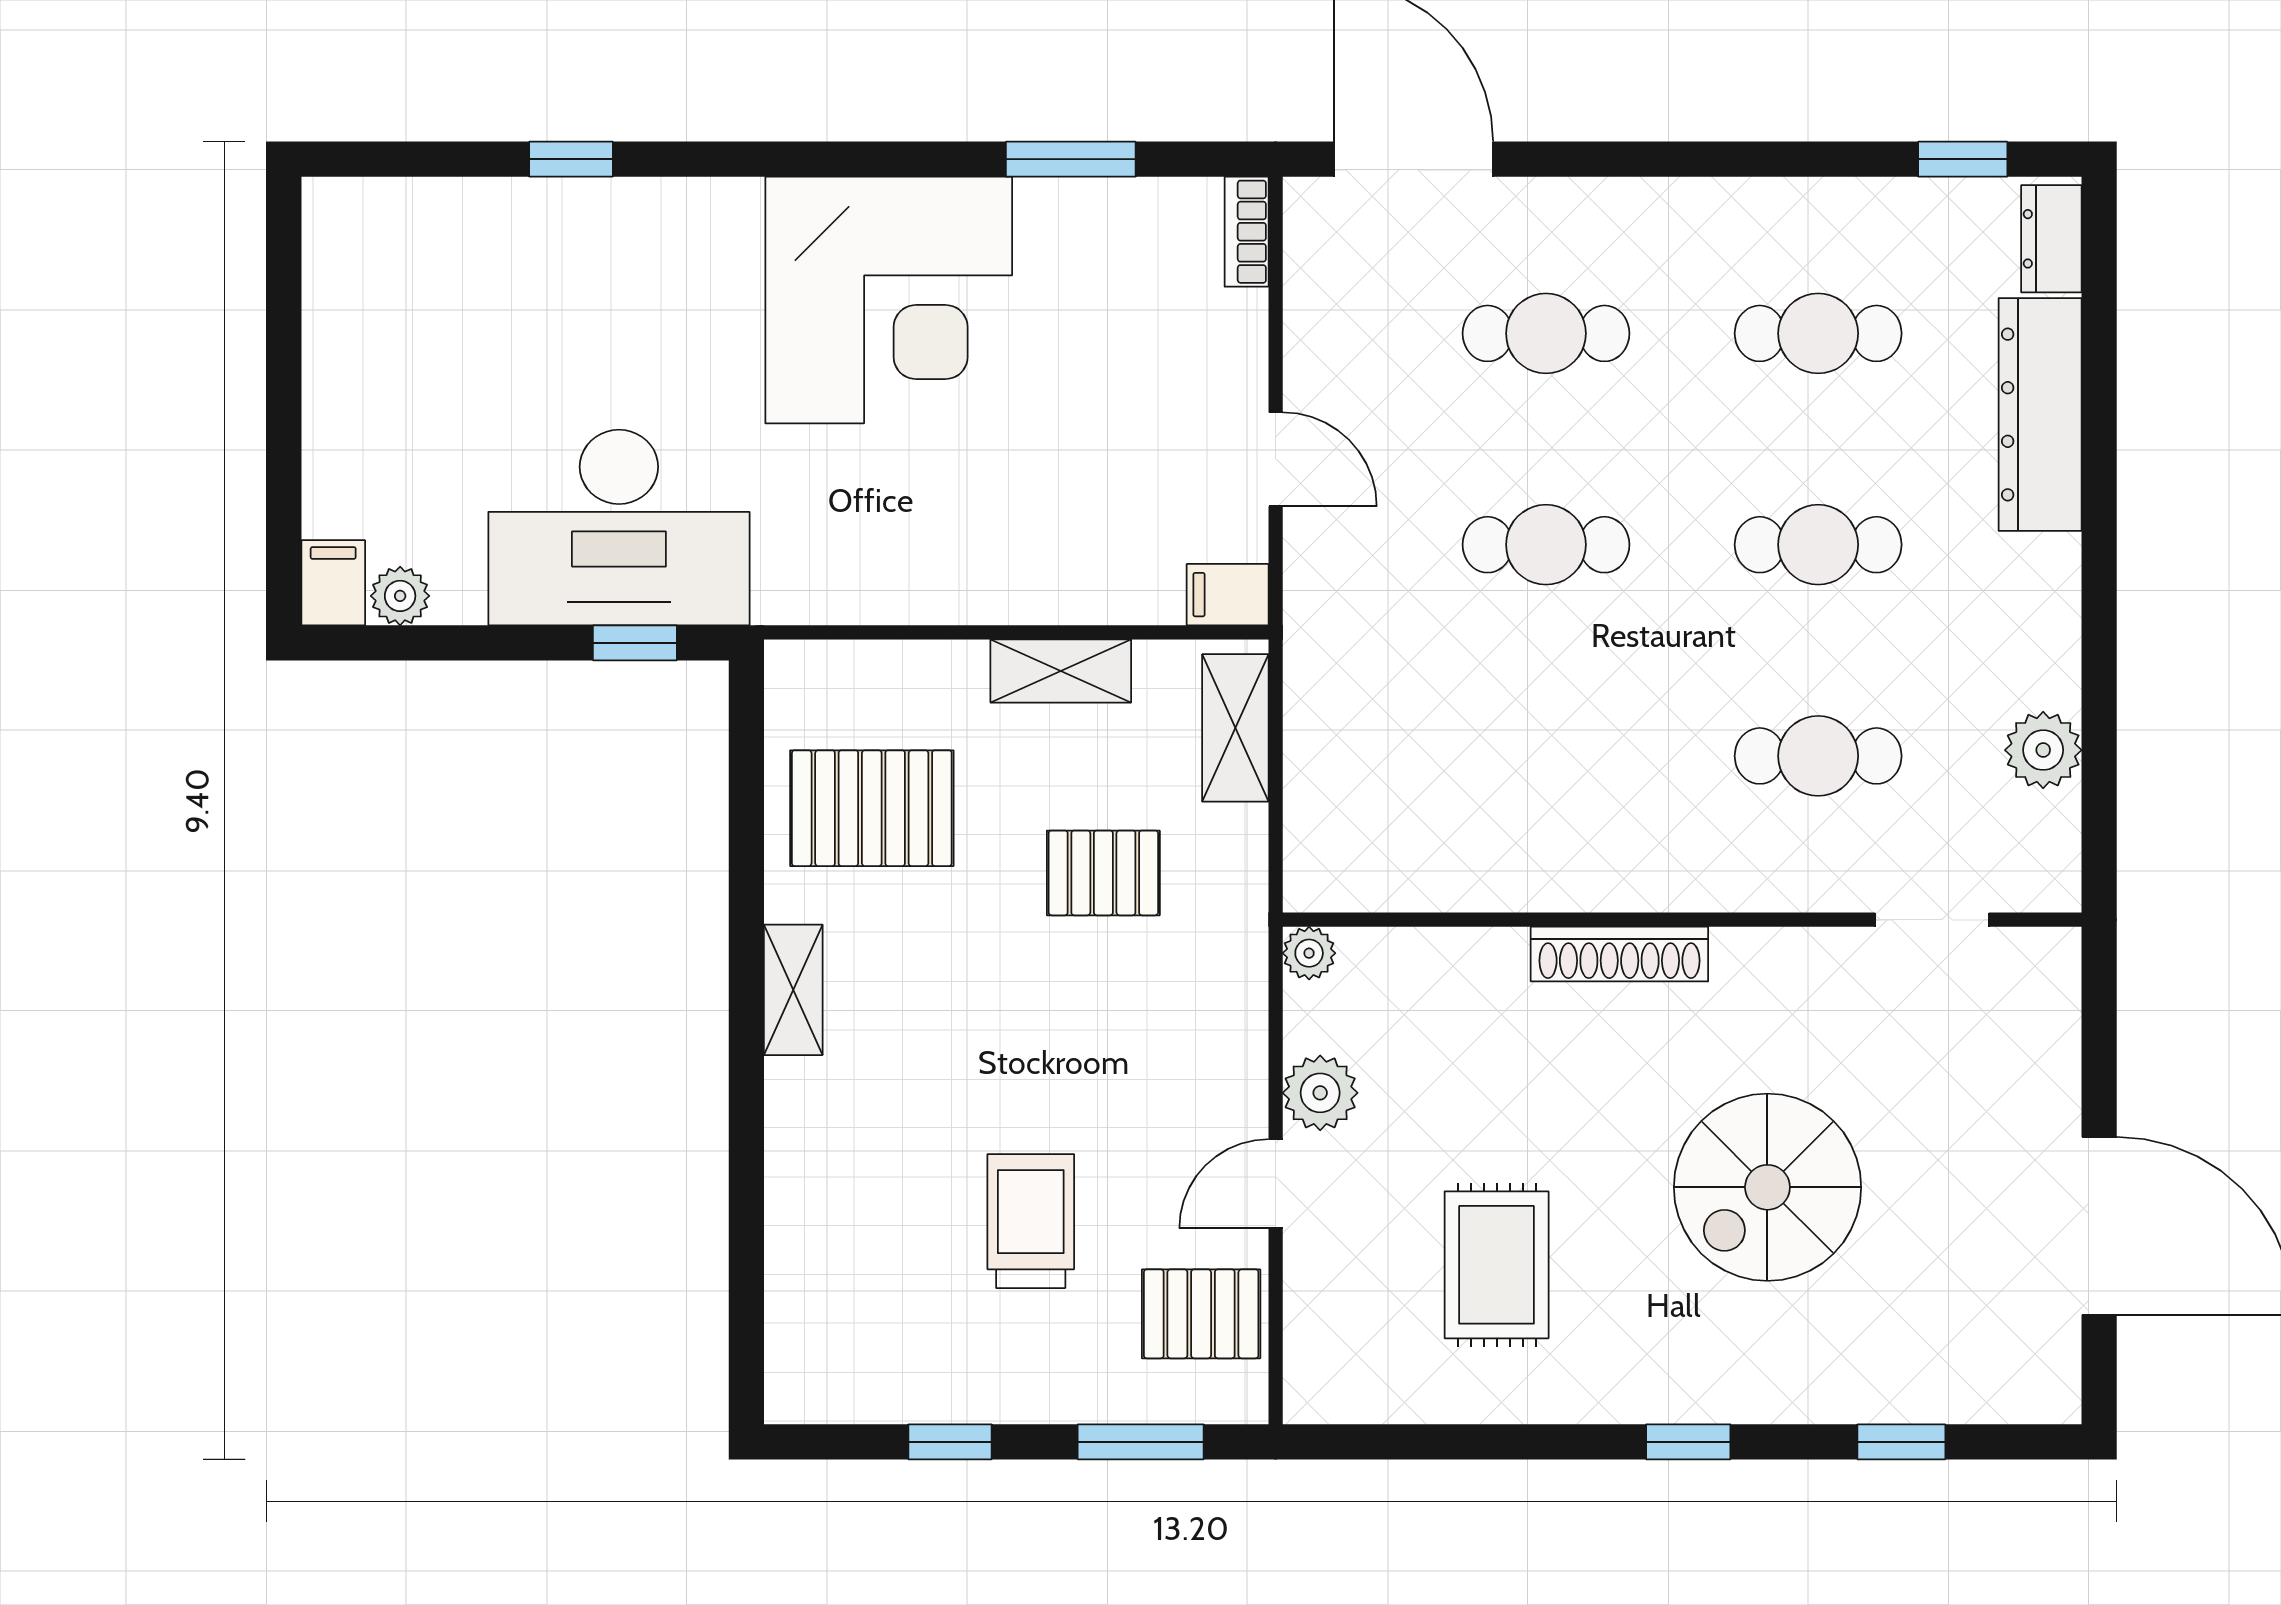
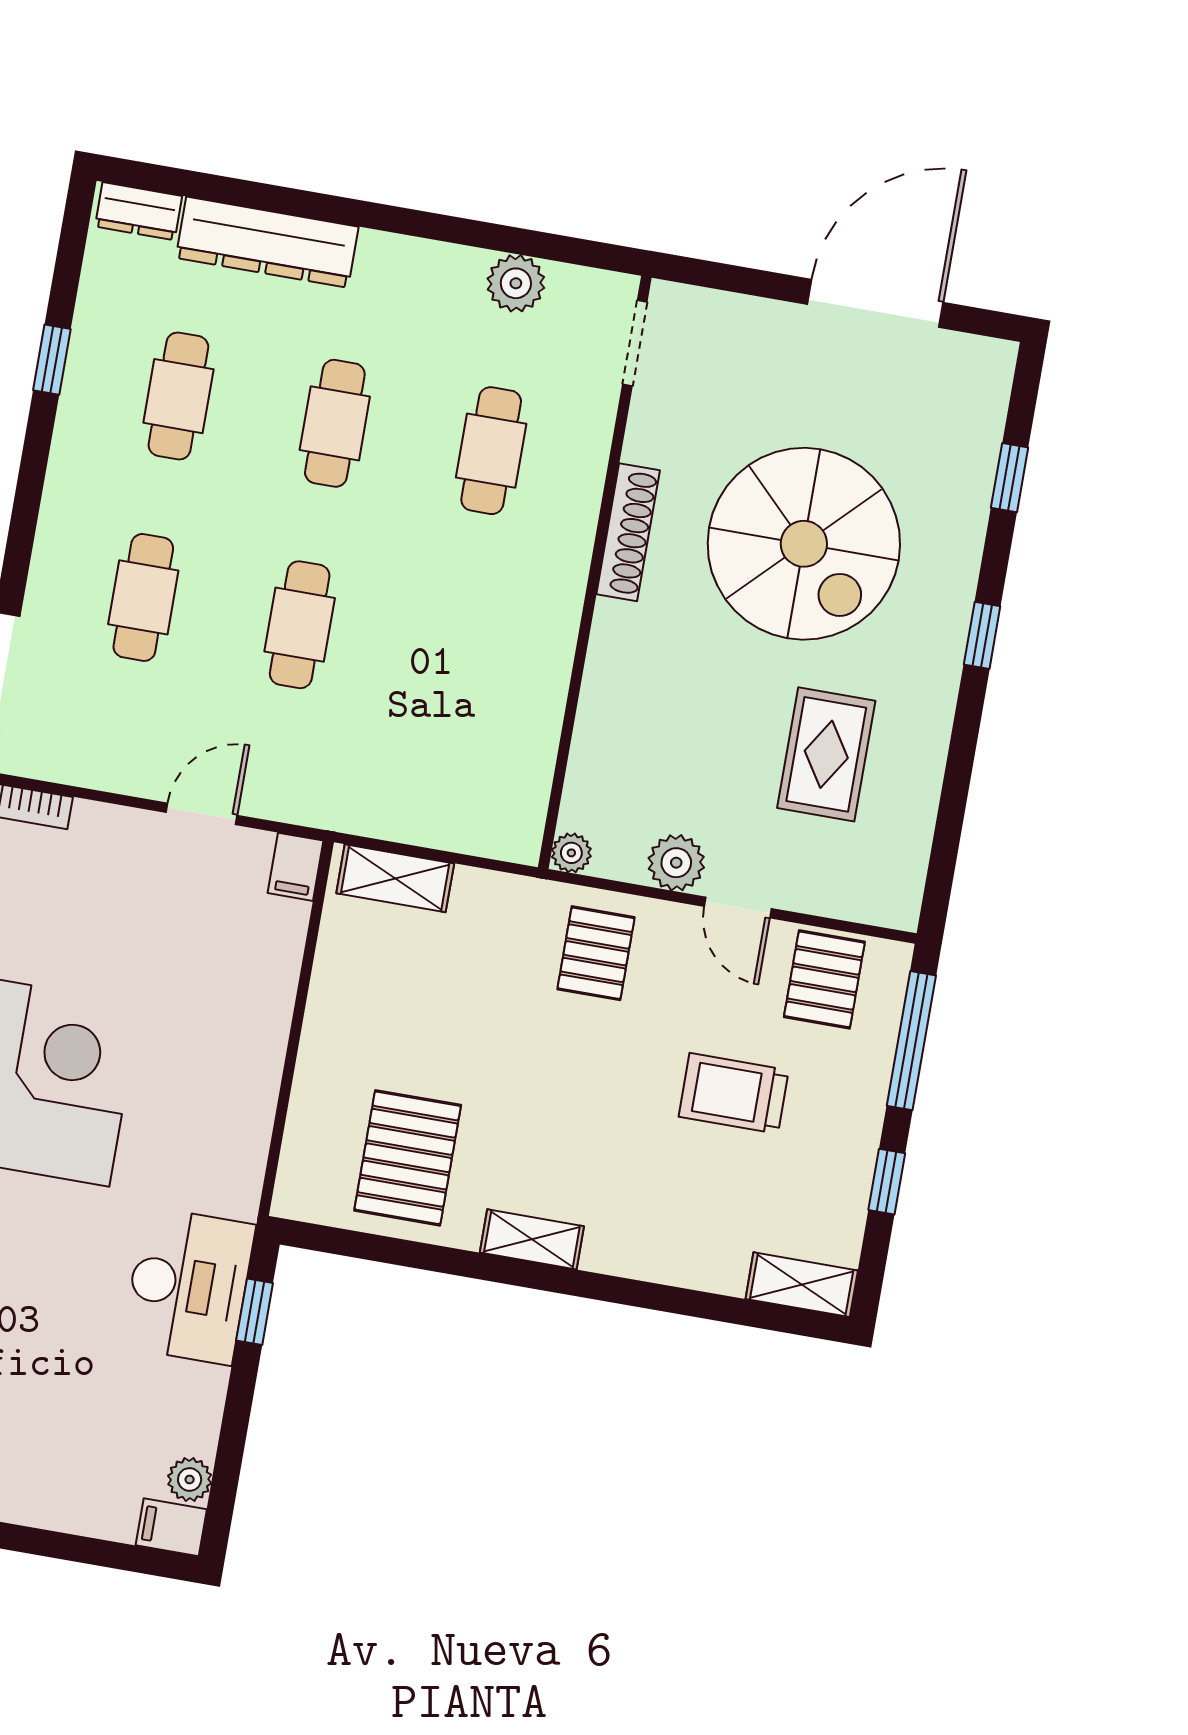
window: (1963, 159) -> (52, 360), moved
desk: (619, 527) -> (188, 1286), width x0.73, depth x0.77
shelving: (1061, 671) -> (802, 1285), moved, turned 90
pallet: (1103, 873) -> (596, 953), moved
doorway: (1932, 920) -> (635, 343), moved
shoe rack: (1619, 954) -> (628, 532), moved
spiral stairs: (1767, 1187) -> (804, 544), width x1.37, depth x1.37
rug: (1497, 1265) -> (826, 754), turned 90
window: (1141, 1442) -> (911, 1041), width x1.44

